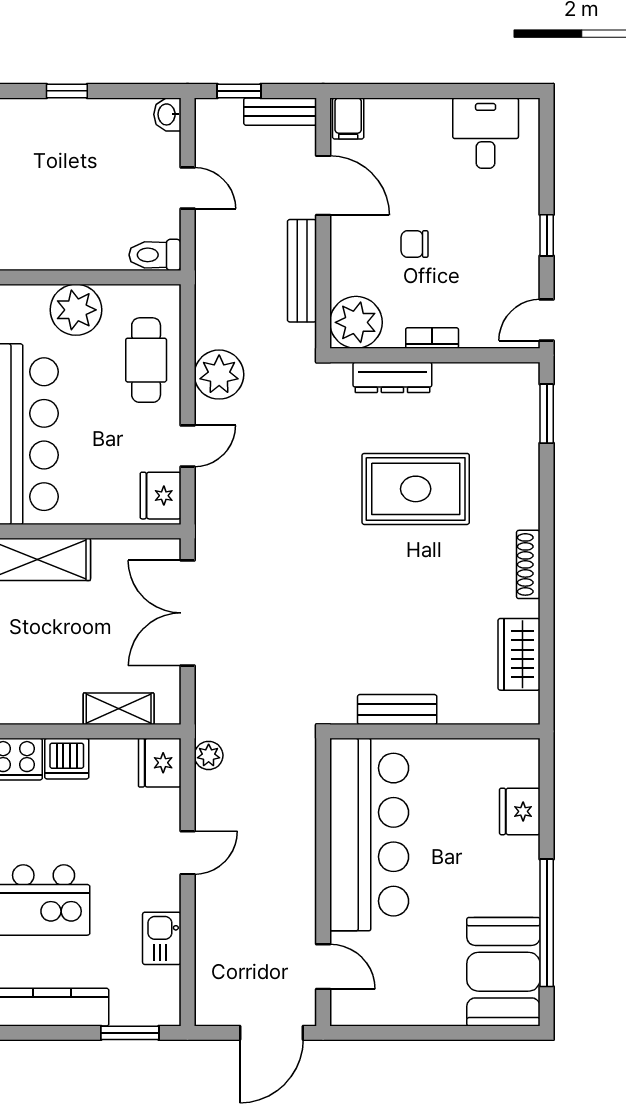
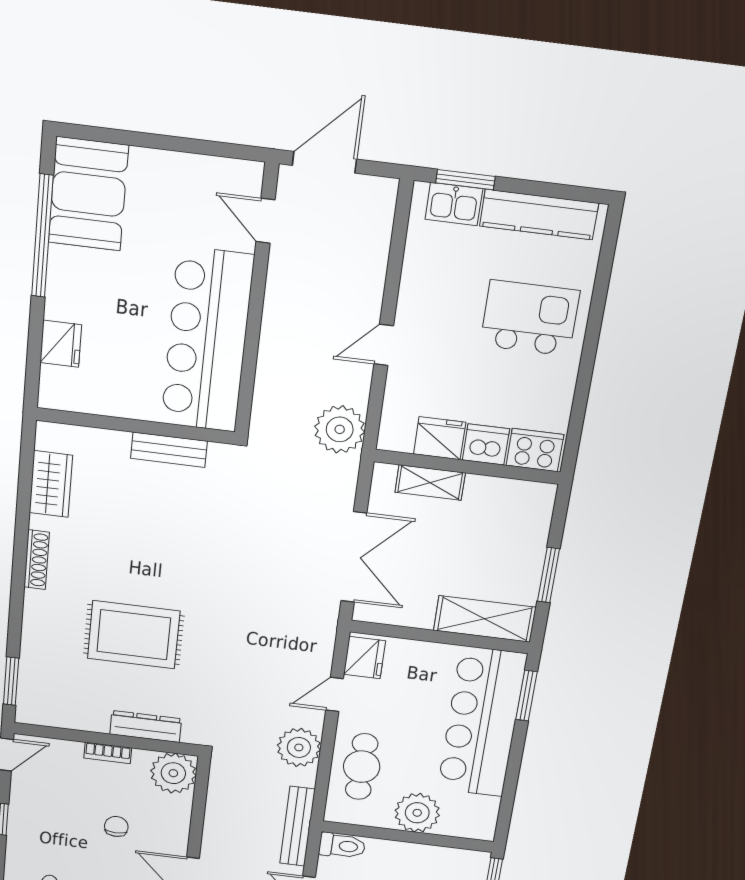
chair: (415, 244) -> (116, 826), turned -90
bench: (302, 271) -> (297, 826), moved
plant: (209, 755) -> (340, 429), width x1.88, depth x1.88
fridge: (160, 763) -> (440, 438), moved, turned -90
kitchen sink: (162, 938) -> (454, 204), moved, turned 90

